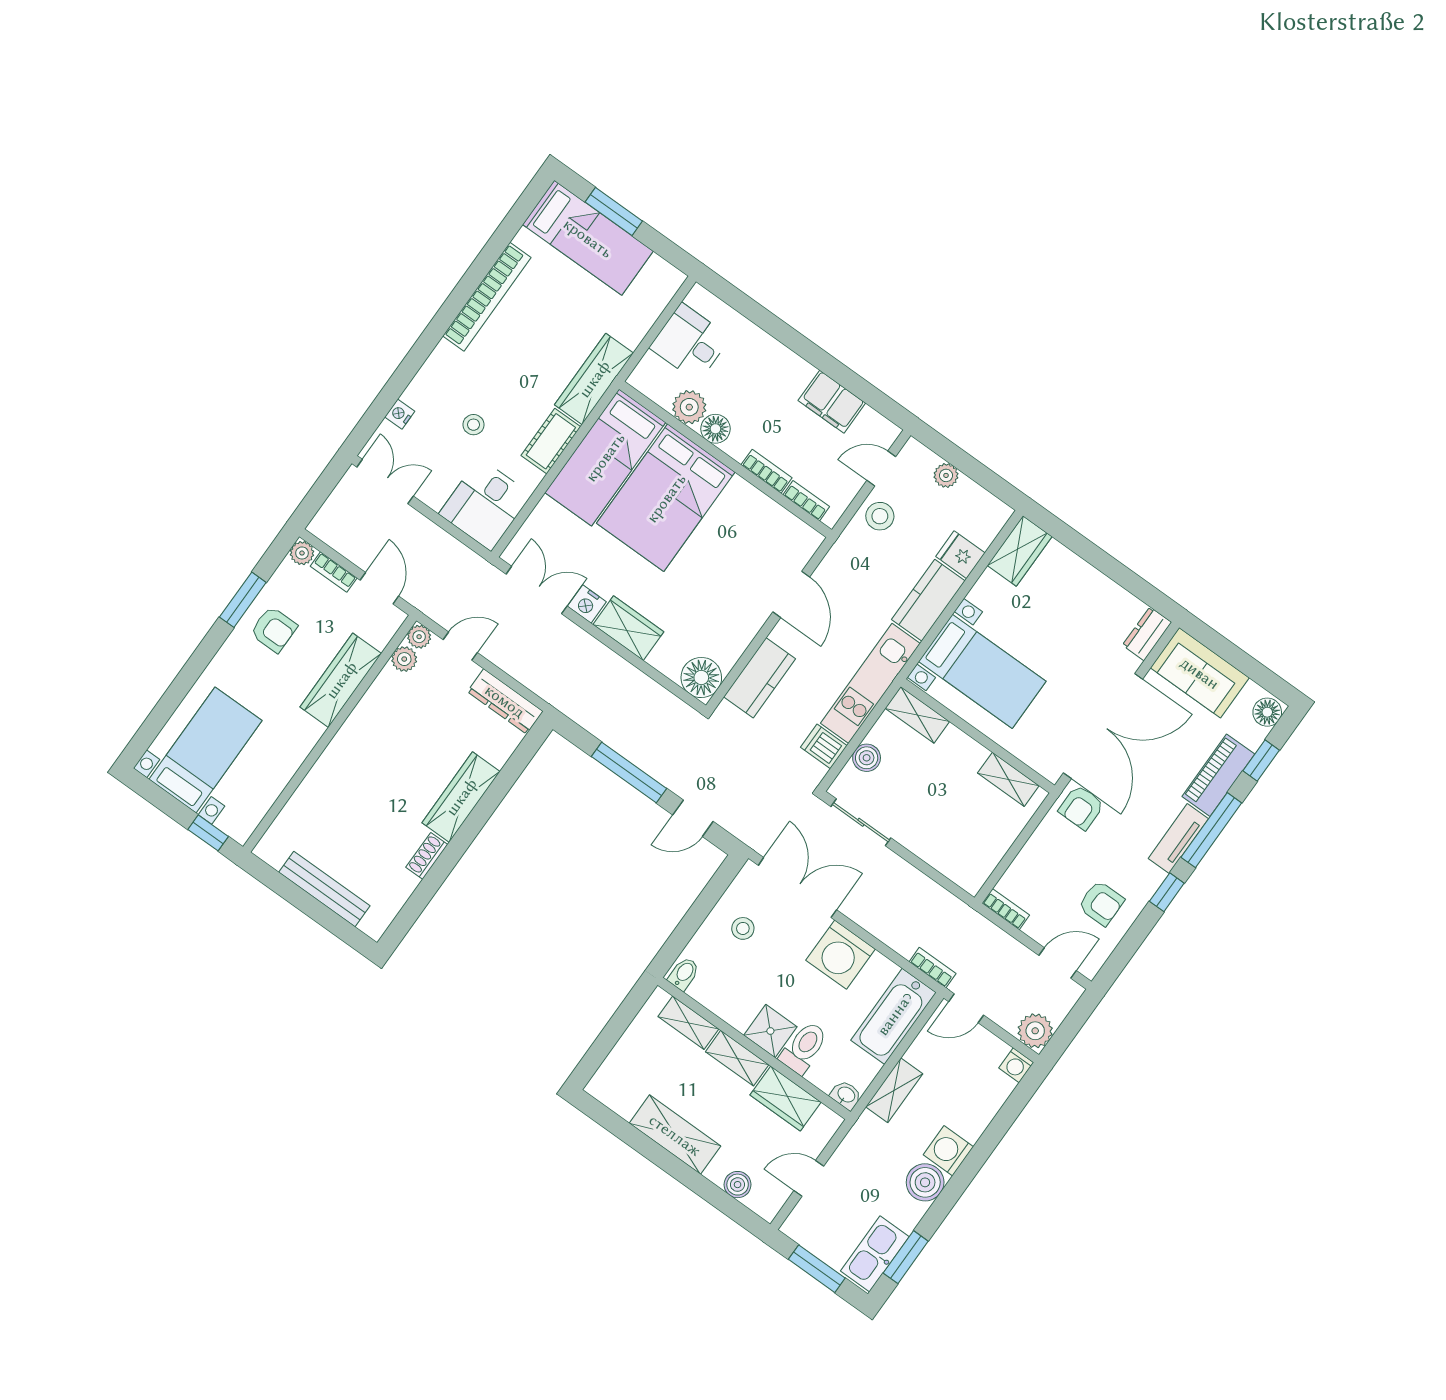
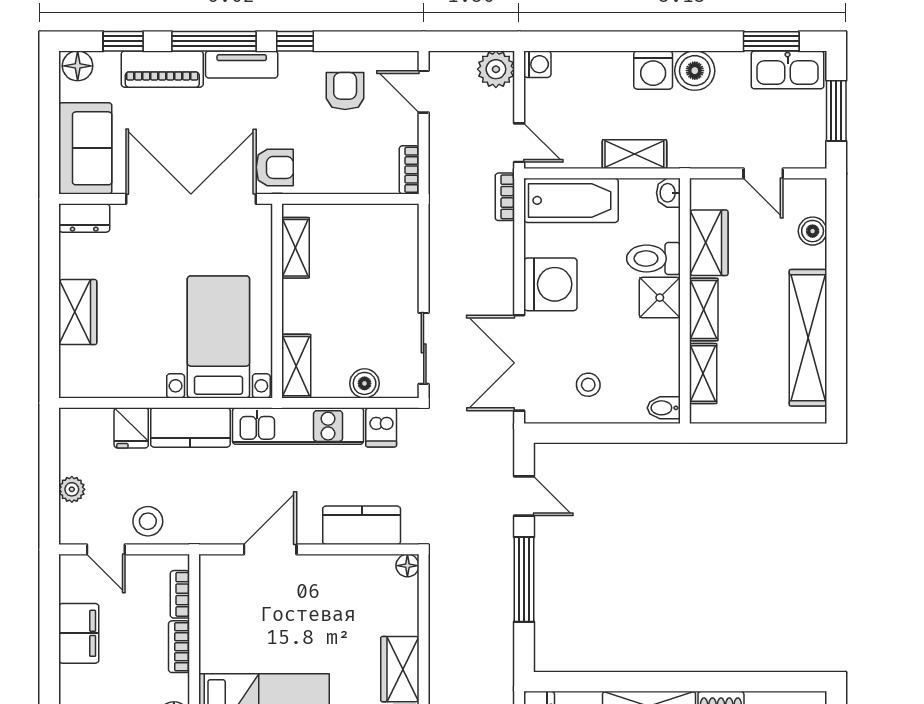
wardrobe: (1020, 551) -> (78, 312), moved, turned 90
floor lamp: (701, 678) -> (407, 566), width x0.53, depth x0.53
shelving: (675, 1135) -> (808, 338), width x1.47

